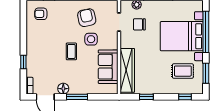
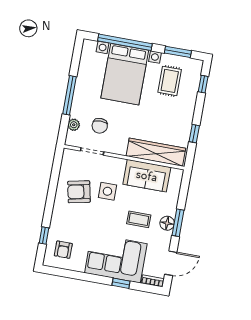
coffee table: (71, 51) -> (139, 219), moved
corner sofa: (42, 55) -> (116, 258), added
floor lamp: (63, 89) -> (167, 223), moved

